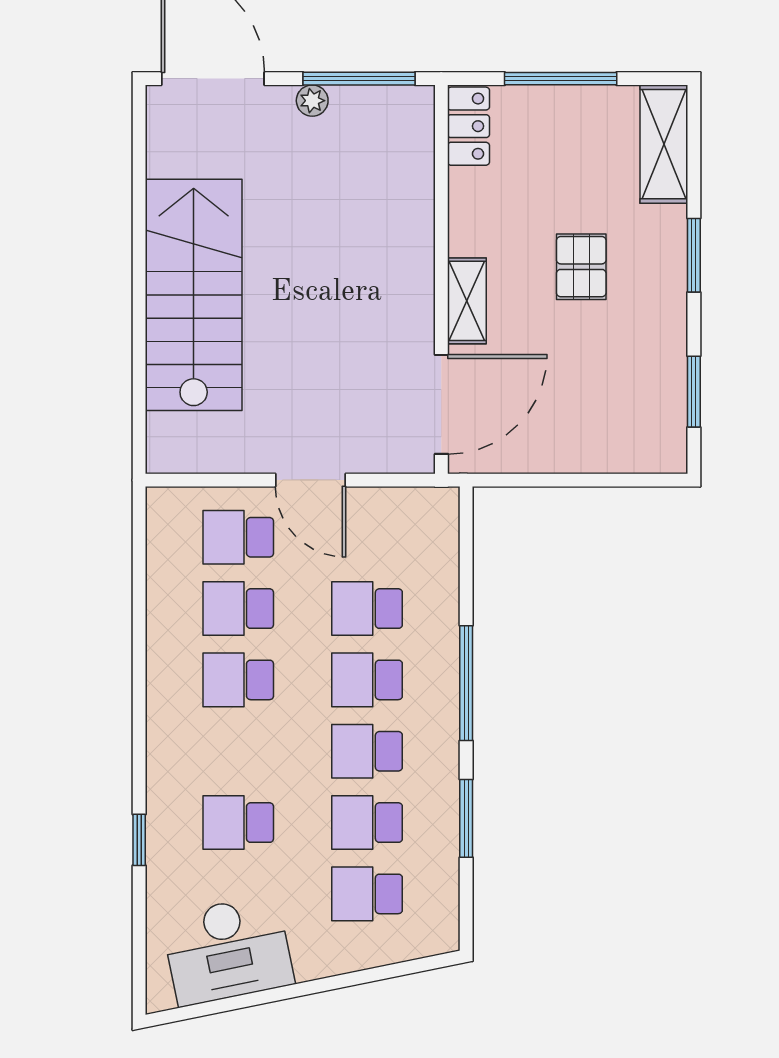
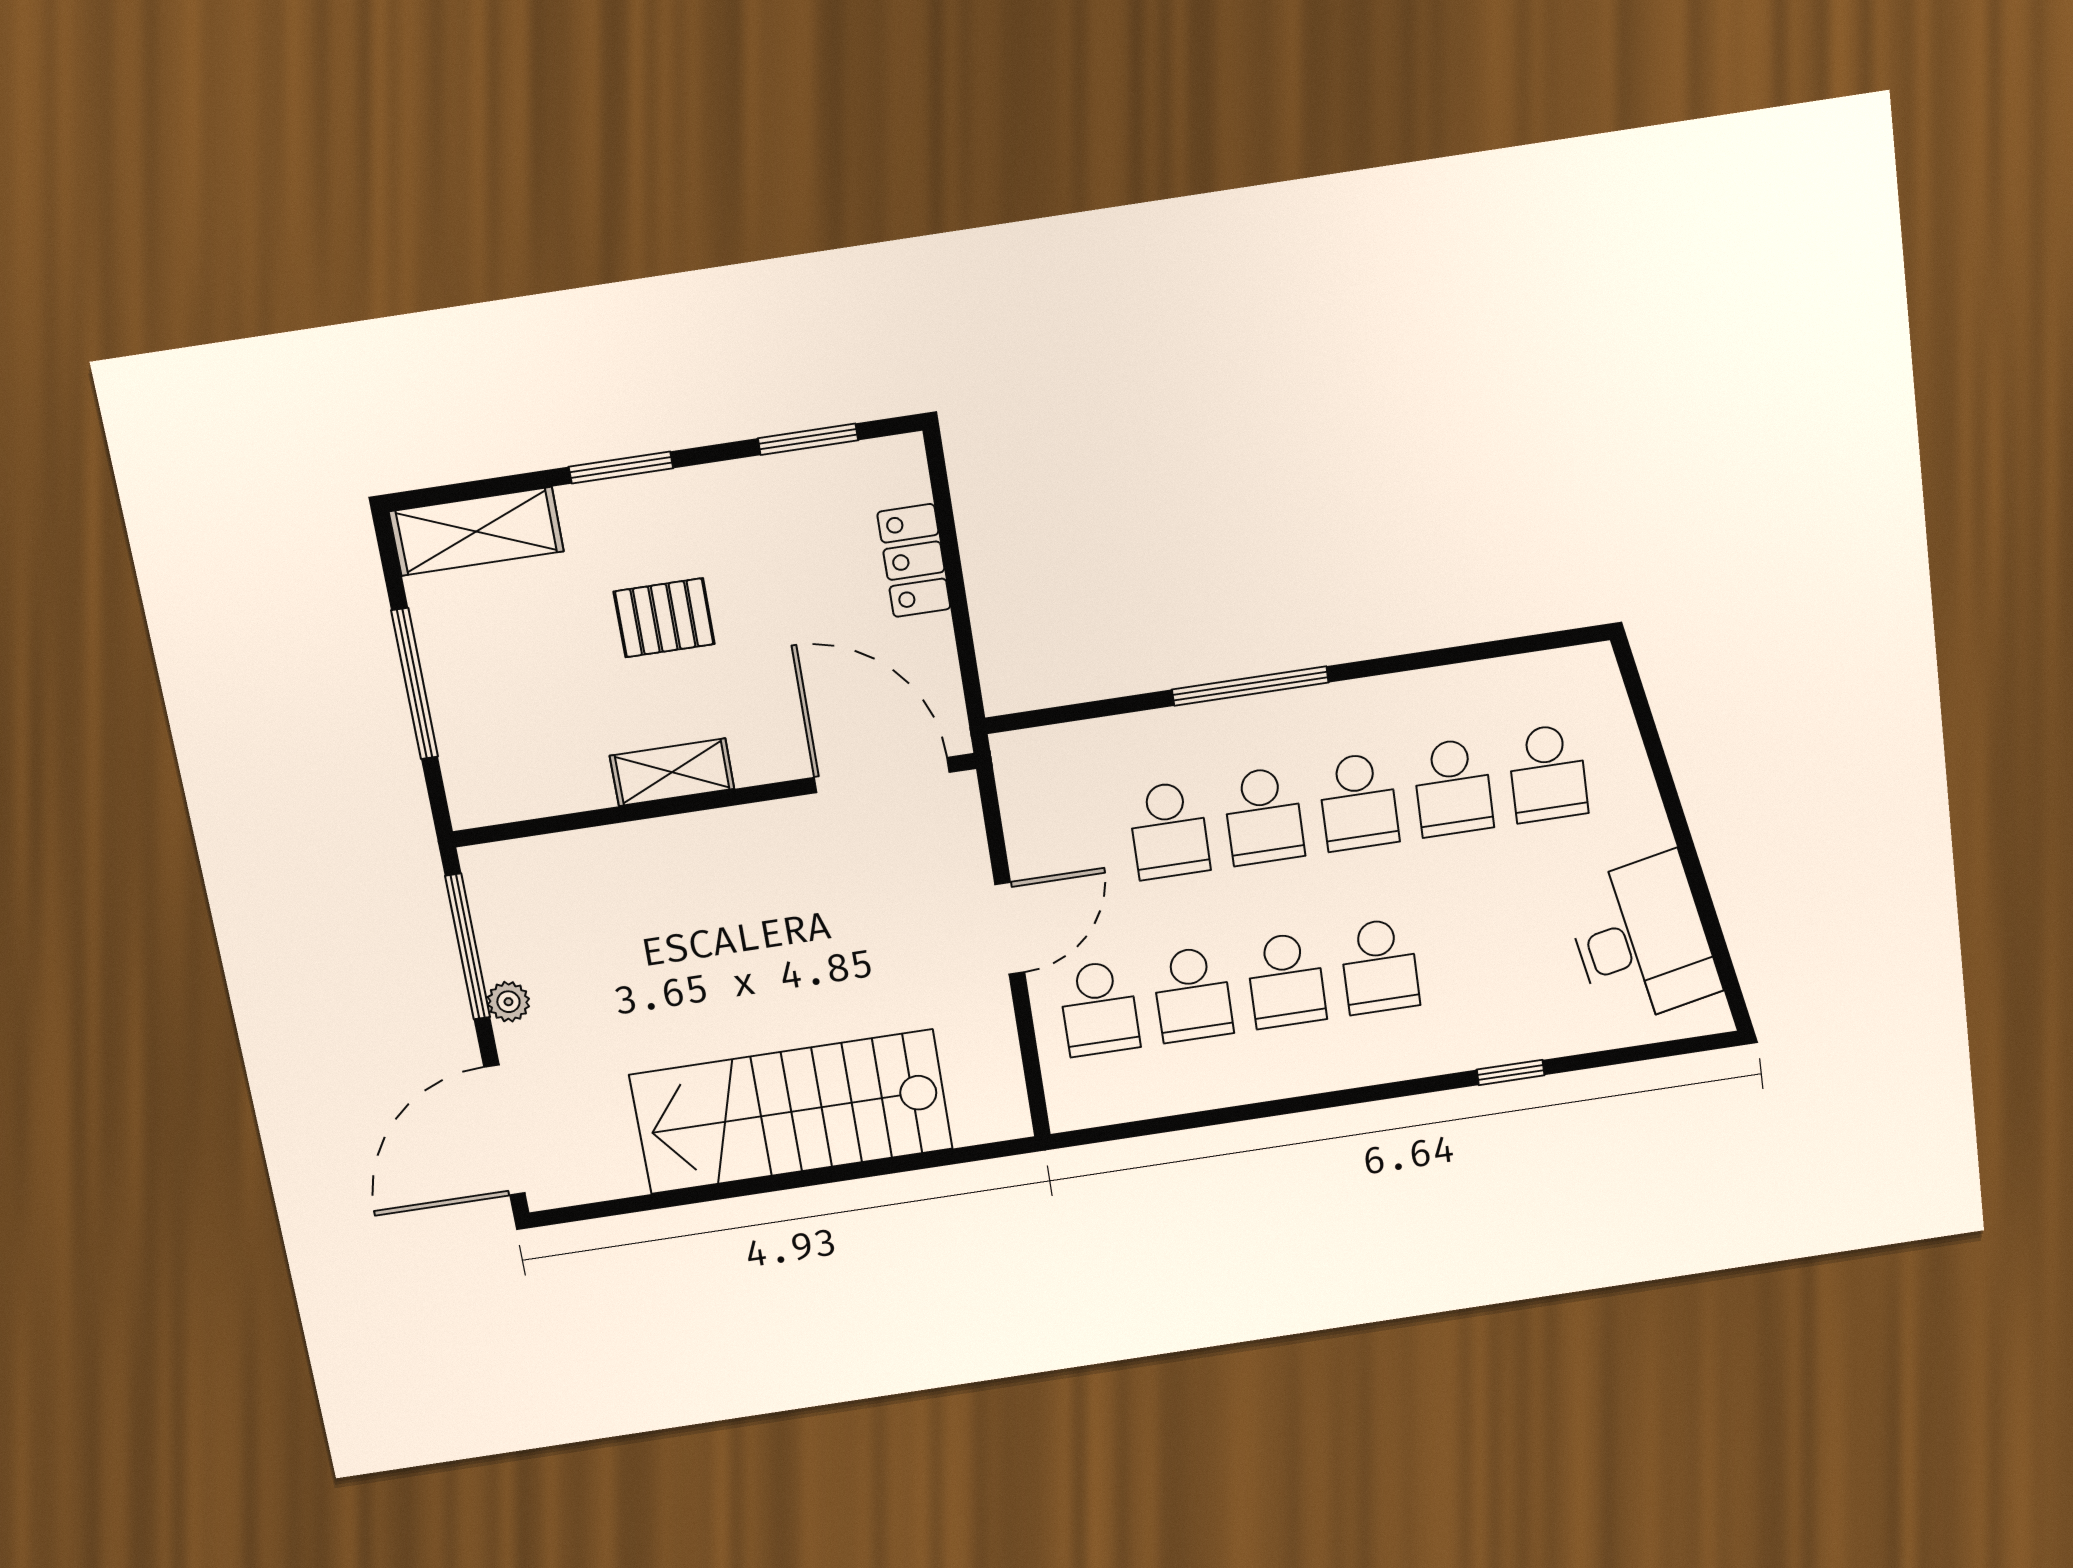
locker: (468, 126) -> (914, 561), moved, turned -90
shelving: (467, 301) -> (672, 772), moved
window: (466, 818) -> (1432, 659), removed
school desk: (238, 823) -> (1380, 966), moved

